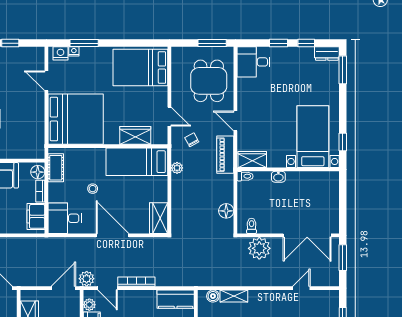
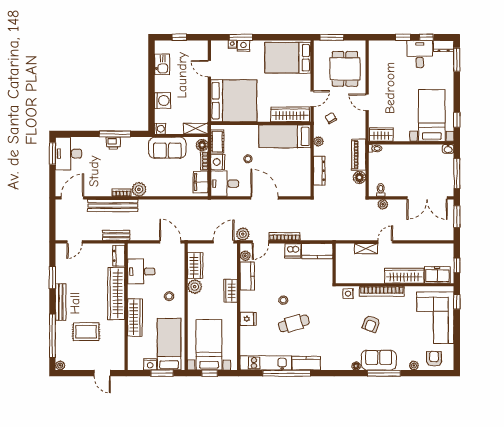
window: (212, 43) -> (332, 37), moved
nightstand: (60, 53) -> (243, 46), moved
desk: (254, 62) -> (420, 54), moved, turned 90
door: (169, 117) -> (312, 99), hinge flipped
wardrobe: (135, 135) -> (290, 114), width x1.50
shelving: (30, 152) -> (196, 129), added
piano: (225, 155) -> (359, 155), moved
washbasin: (278, 177) -> (448, 149), moved
nightstand: (56, 192) -> (218, 162), added
dresser: (178, 203) -> (319, 171), added
window: (343, 206) -> (457, 173), added
wardrobe: (159, 218) -> (303, 184), removed
plant: (259, 248) -> (383, 204), width x0.53, depth x0.53
door: (108, 288) -> (260, 242), hinge flipped
door: (301, 288) -> (385, 242), moved
boiler: (213, 296) -> (348, 249), removed
dishwasher: (146, 299) -> (293, 251), added

